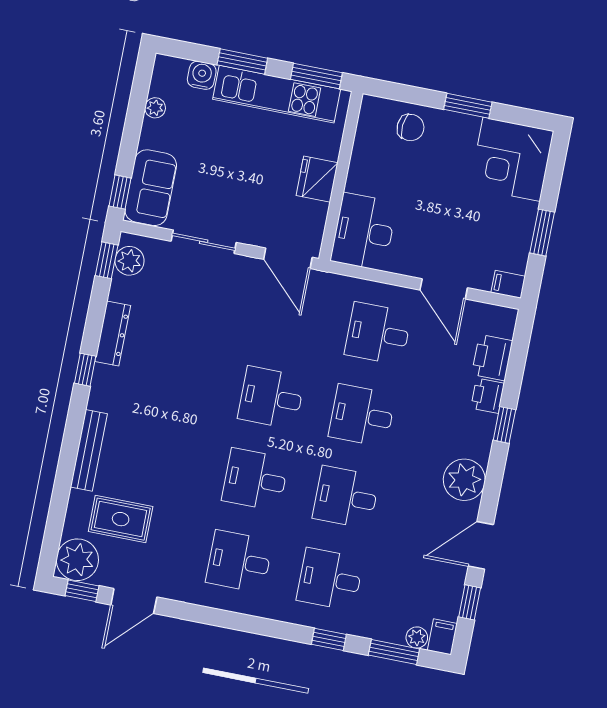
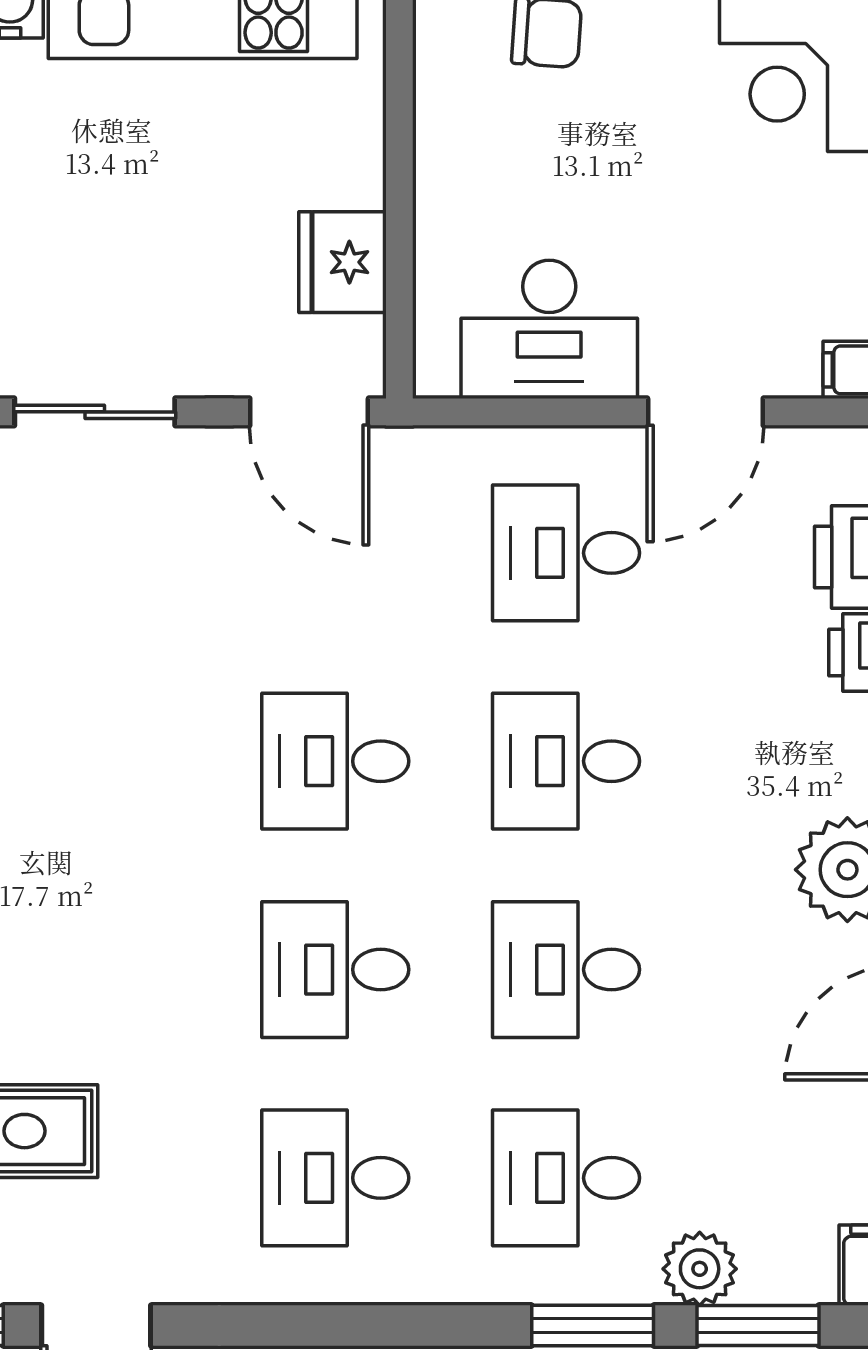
fridge: (317, 179) -> (342, 262), moved
desk: (364, 232) -> (549, 329), moved, turned -90
door: (444, 289) -> (705, 412), hinge flipped
plant: (417, 637) -> (700, 1269), moved, width x1.38, depth x1.38
window: (329, 639) -> (593, 1326), width x1.50

